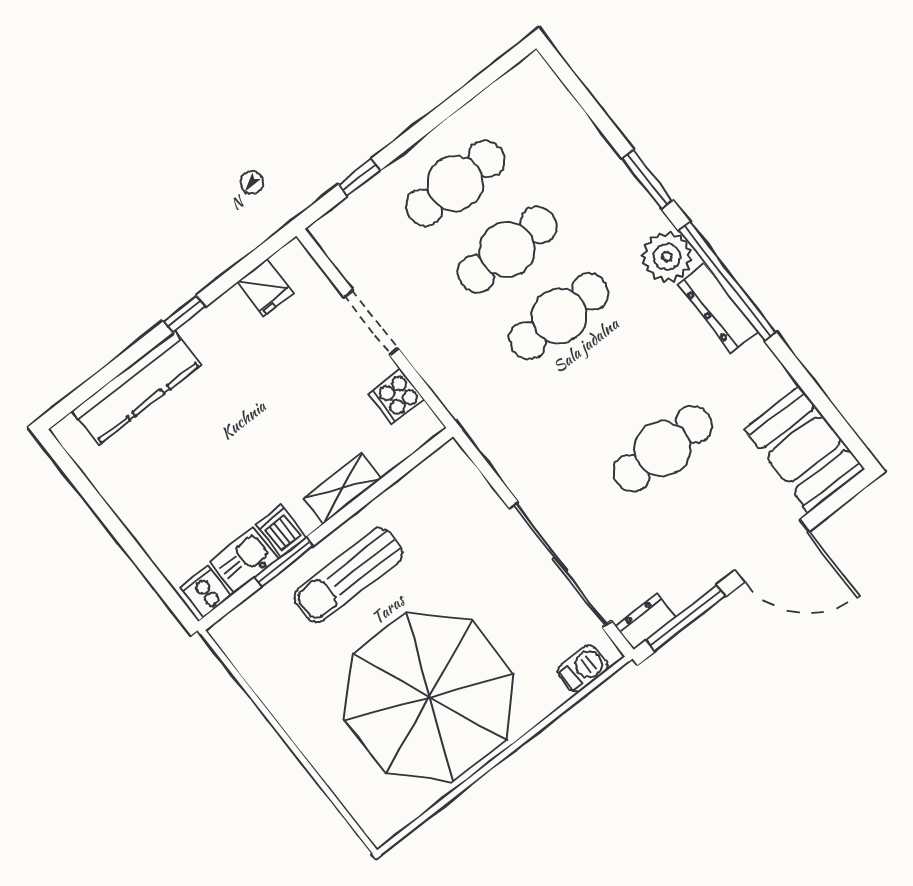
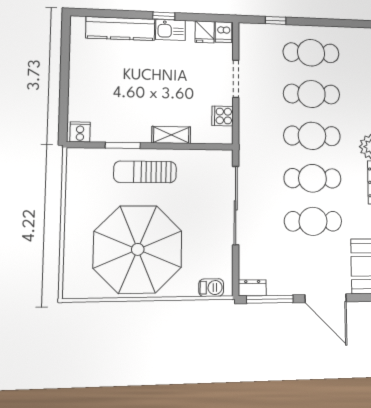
cafe table: (611, 382) -> (312, 178), added
dishwasher: (281, 531) -> (224, 32), moved, turned 180
kitchen sink: (244, 560) -> (171, 30), moved, turned 180
sliding door: (560, 565) -> (236, 205), moved

